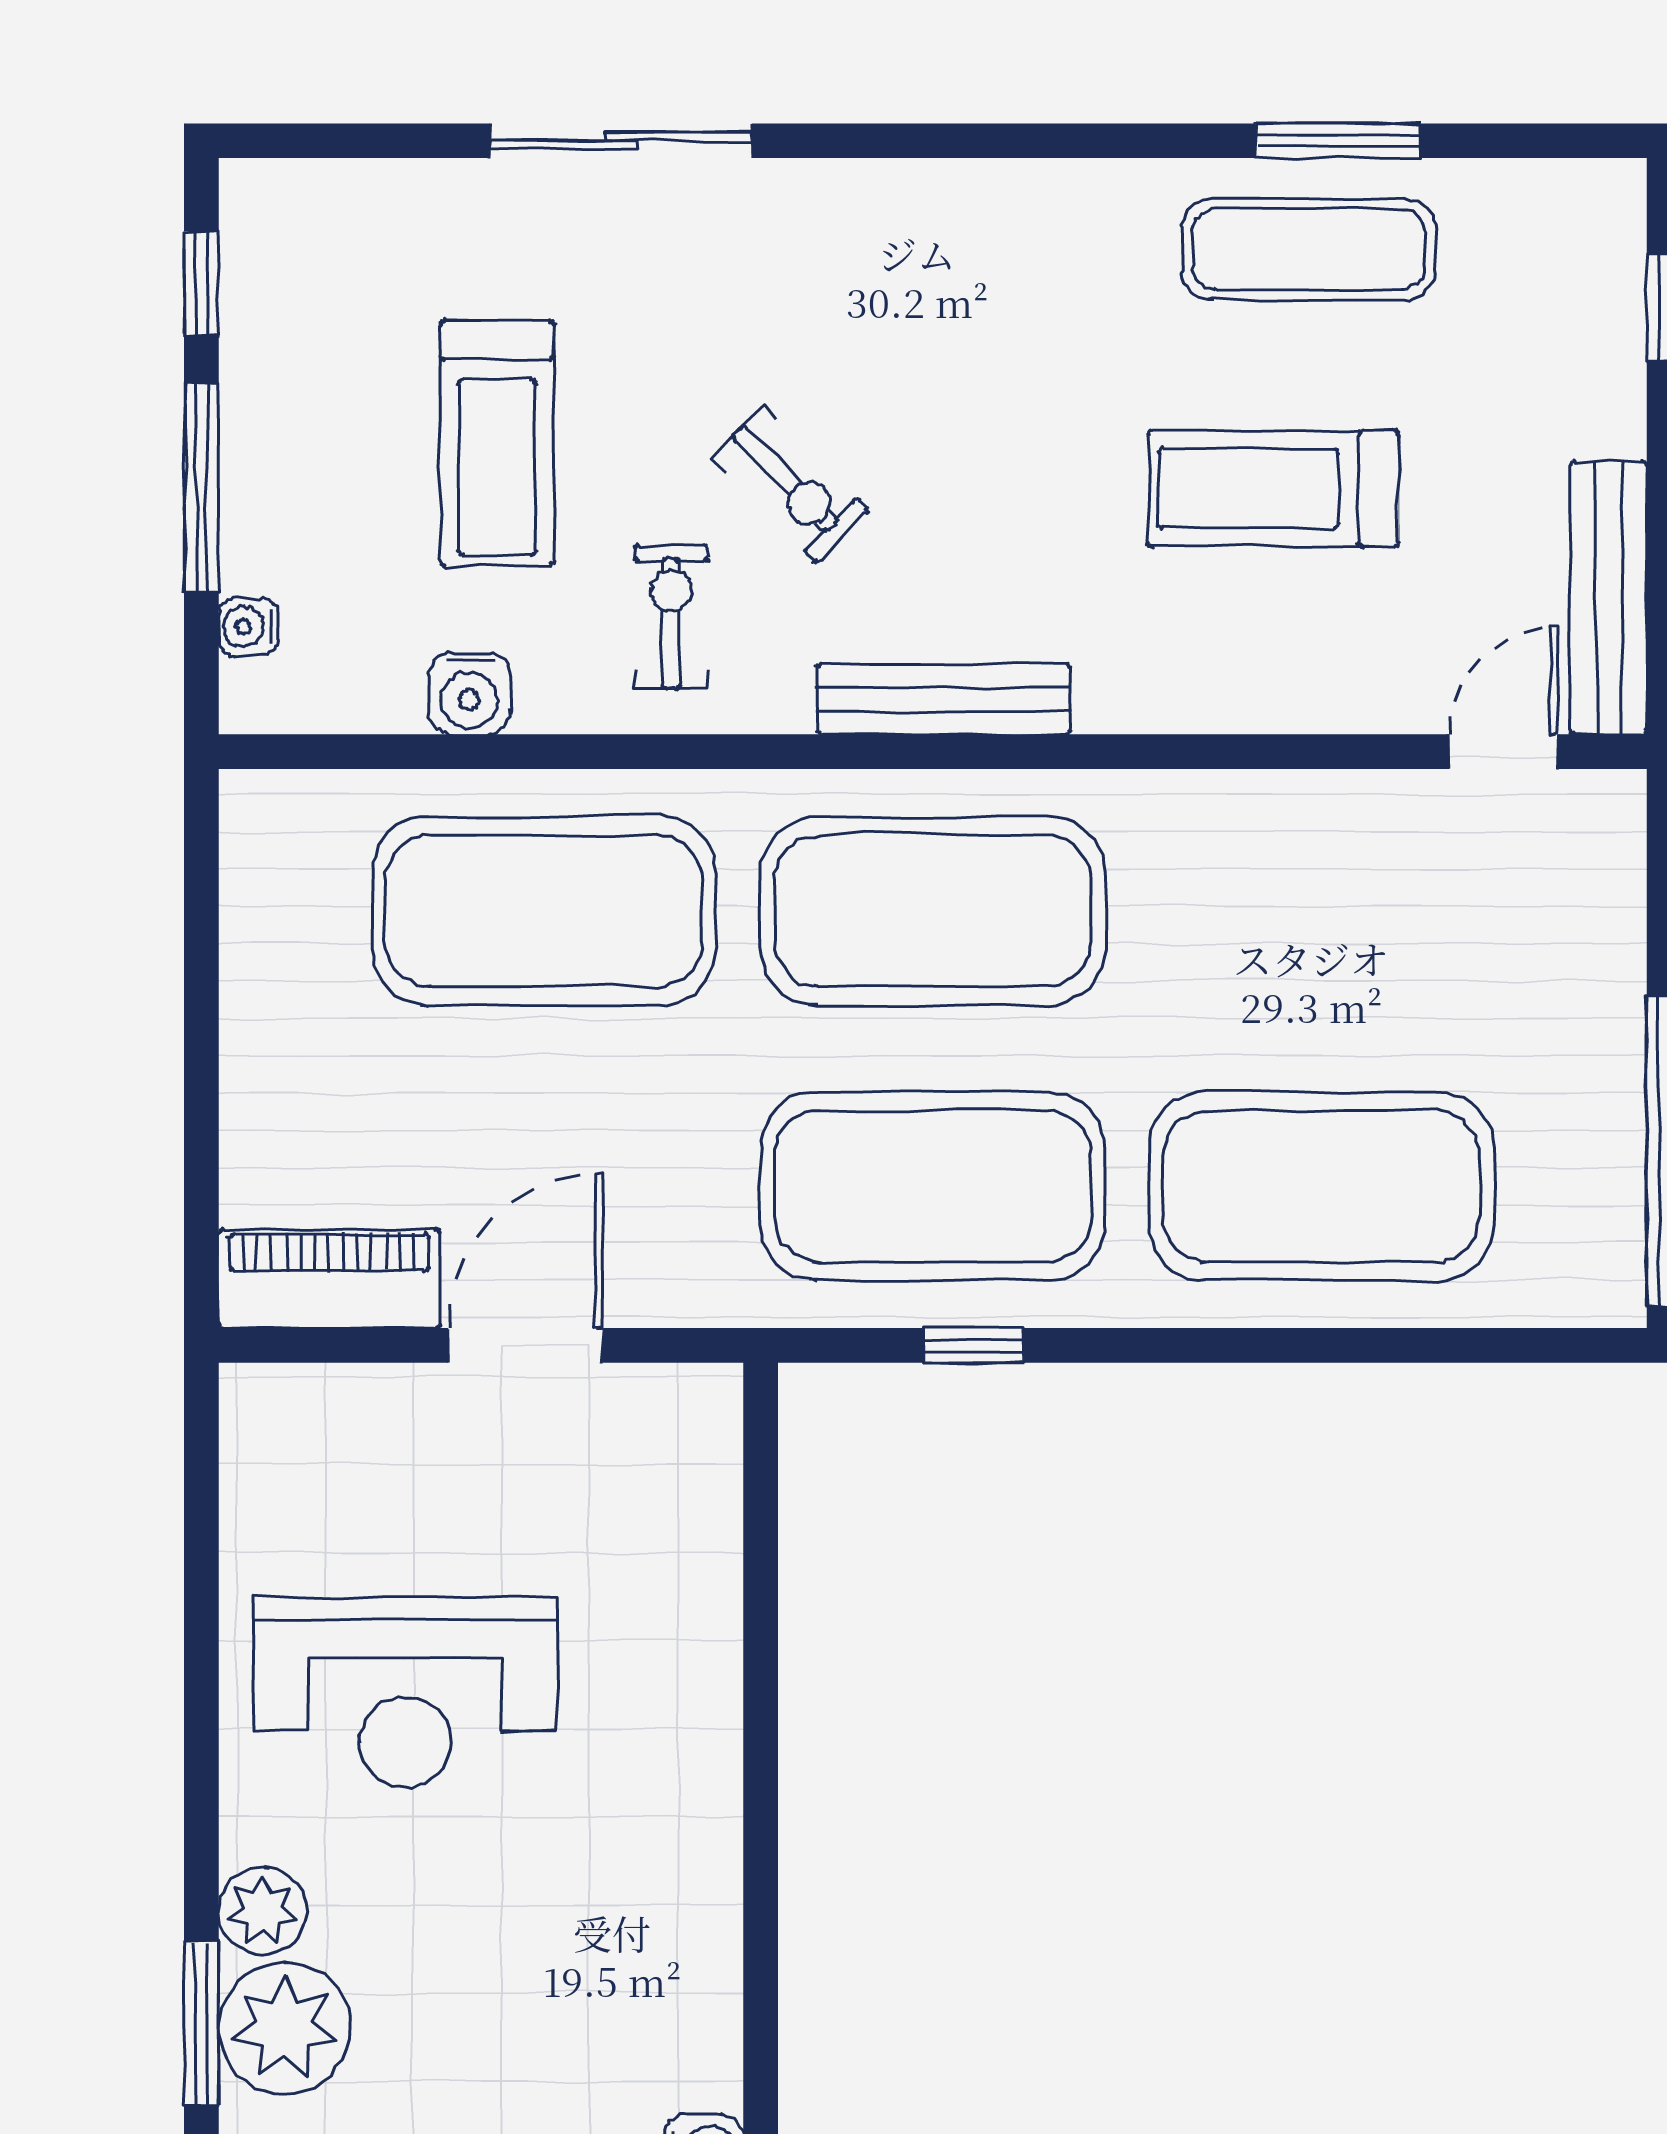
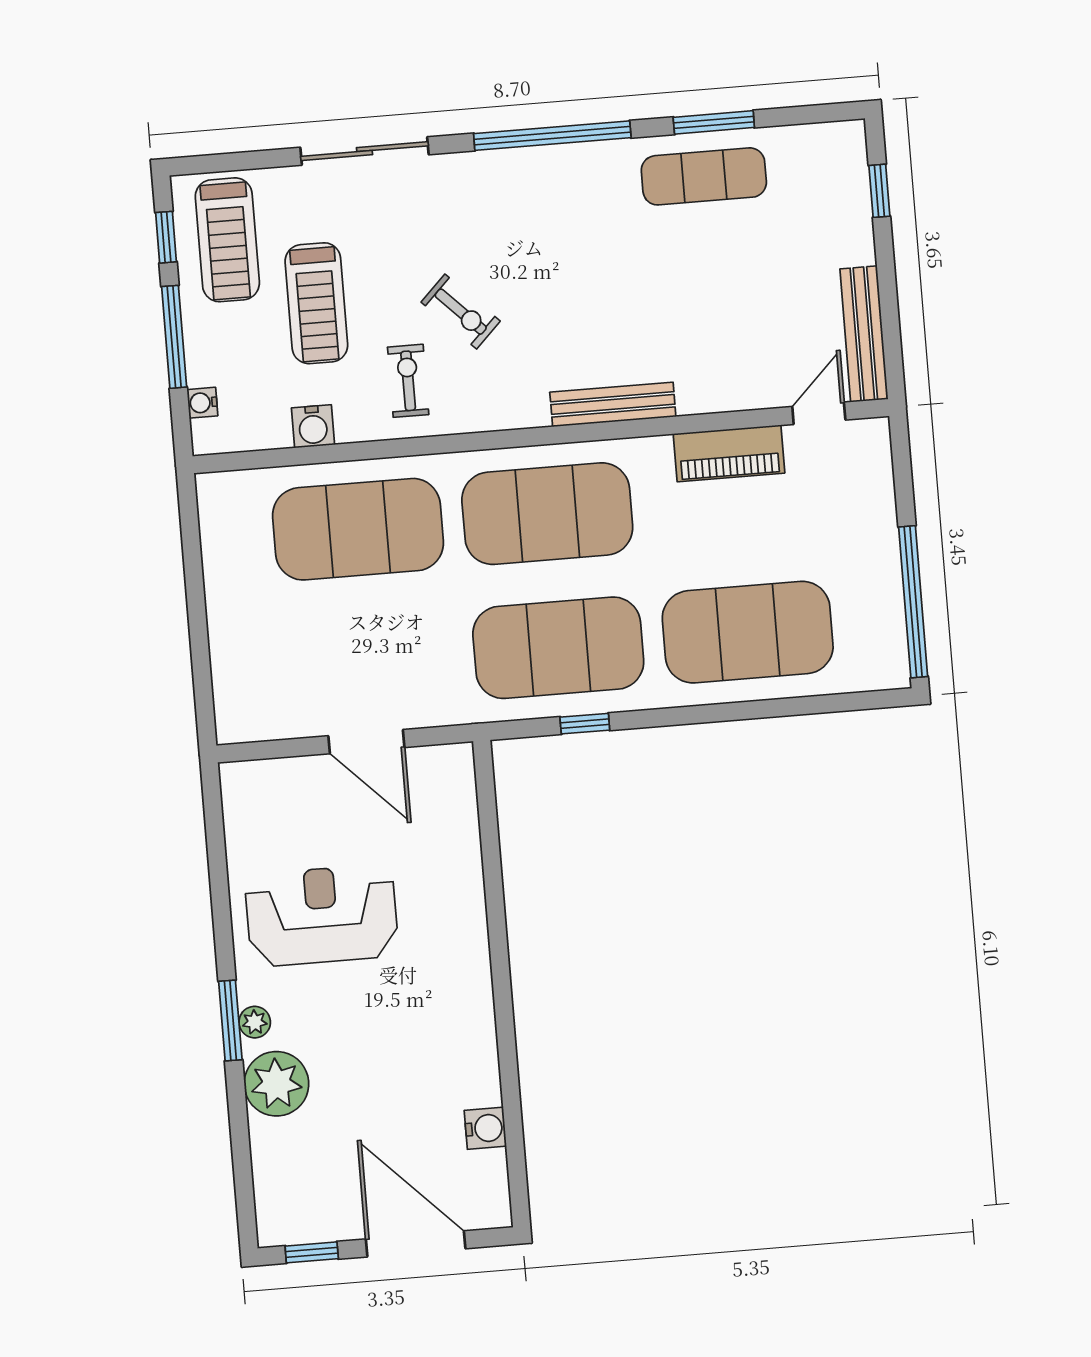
window: (1006, 141) -> (552, 136), added
treadmill: (1273, 488) -> (227, 240), moved, turned -90
bench: (944, 699) -> (613, 404), moved
piano: (329, 1279) -> (729, 453), moved, turned 180
door: (526, 1345) -> (366, 742), swing flipped
reception desk: (405, 1693) -> (322, 915), turned 180
plant: (263, 1911) -> (255, 1022), width x0.73, depth x0.73
window: (201, 2024) -> (230, 1021), moved

